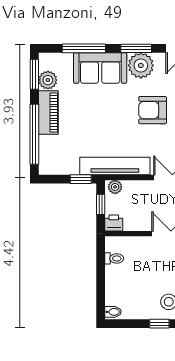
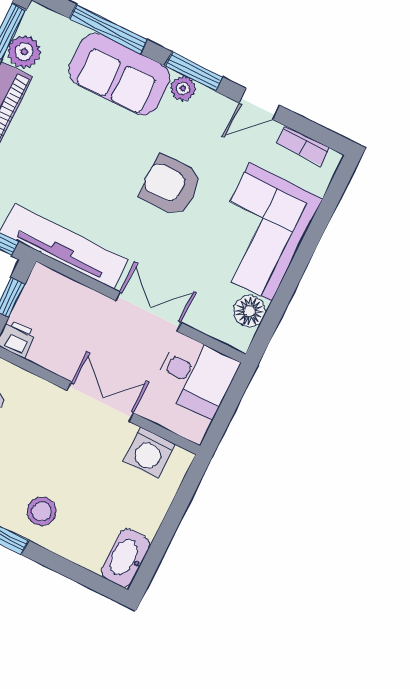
plant: (141, 65) -> (183, 89), width x0.53, depth x0.53
plant: (115, 187) -> (47, 280), removed

